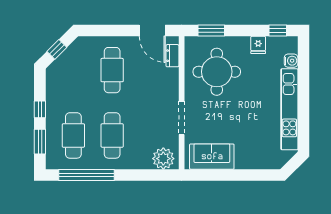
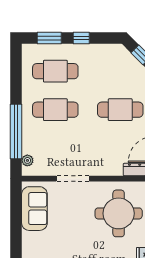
plant: (163, 159) -> (27, 160), width x0.53, depth x0.53
window: (87, 175) -> (16, 131), moved

